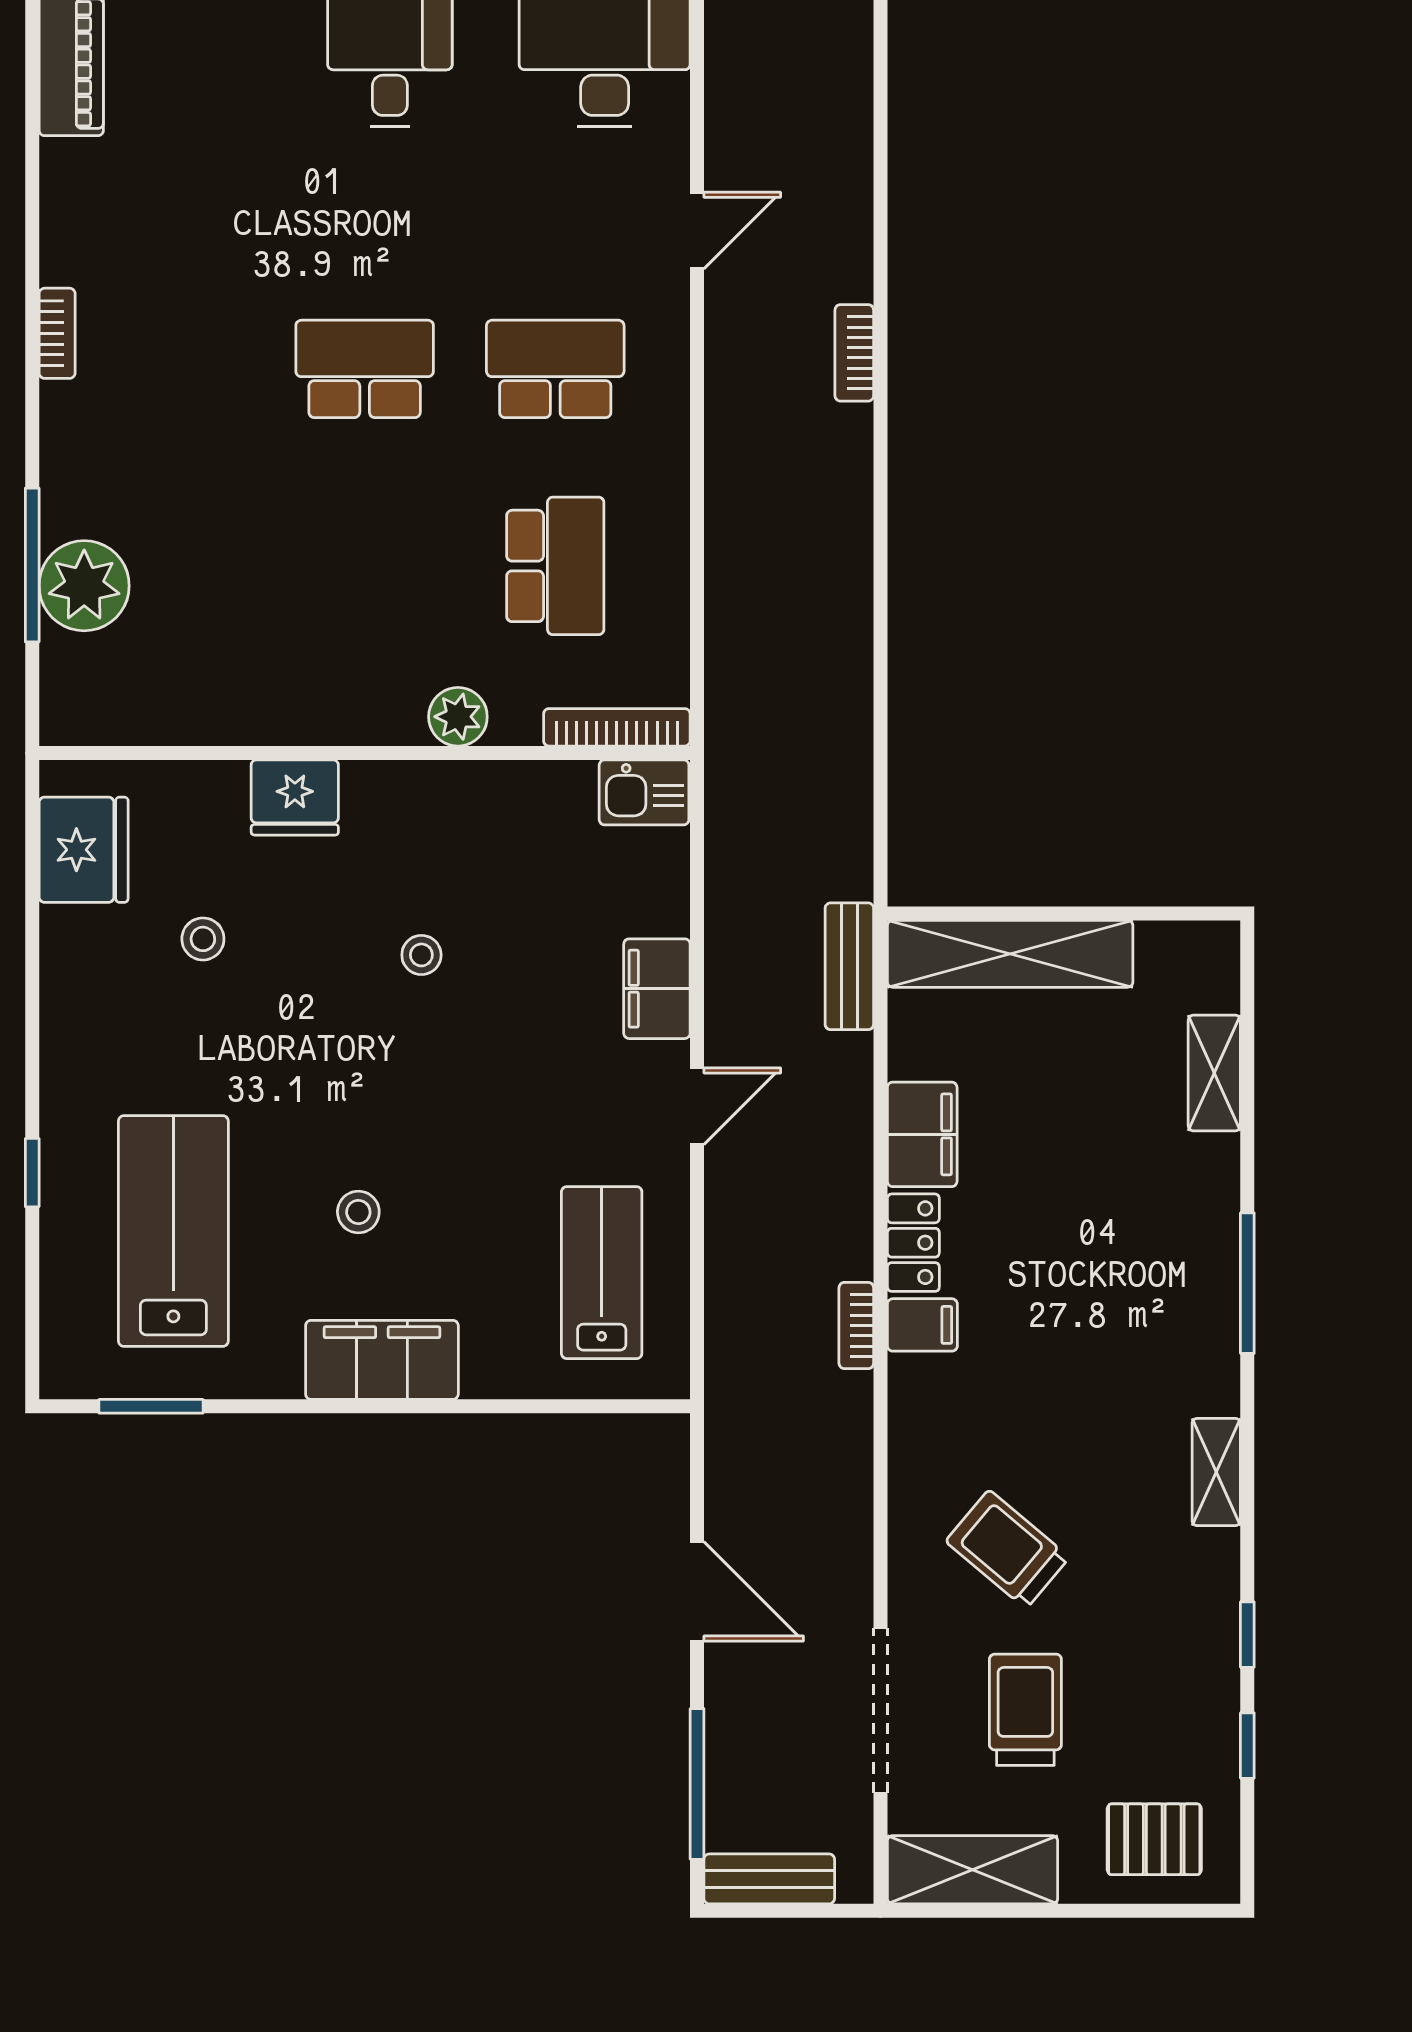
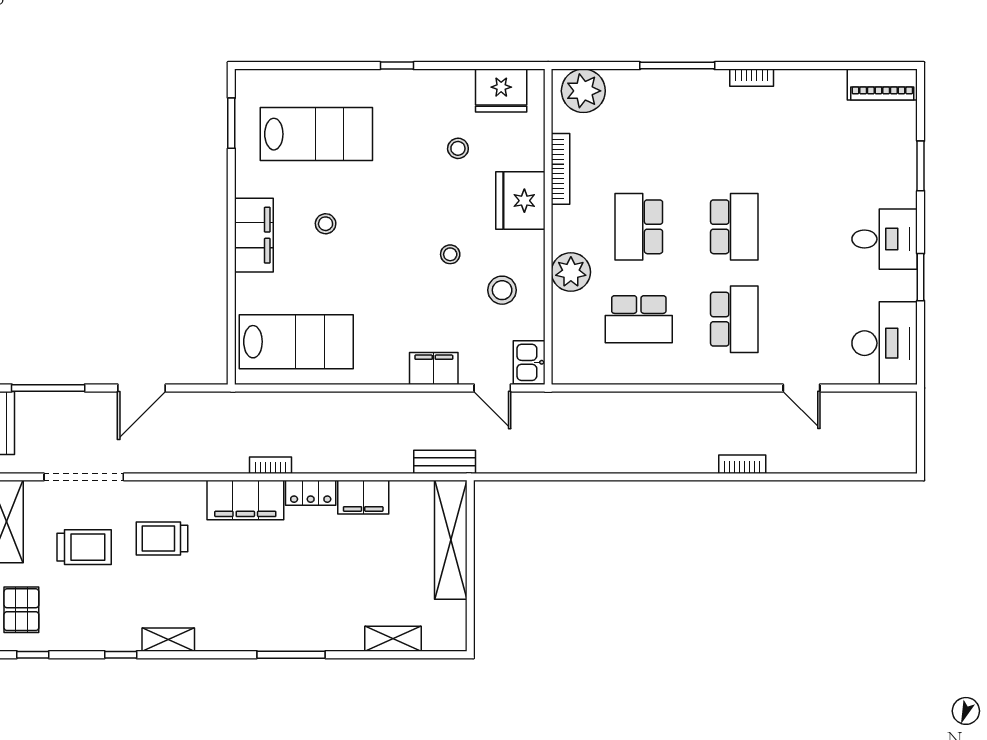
window: (32, 565) -> (677, 66), moved
school desk: (365, 566) -> (639, 227), added
plant: (84, 586) -> (583, 91), moved
plant: (458, 717) -> (571, 272), width x1.36, depth x1.36
bookcase: (617, 727) -> (561, 169), moved
fridge: (295, 797) -> (520, 201), width x1.36, depth x1.34
stool: (495, 848) -> (502, 290), added
door: (697, 1106) -> (492, 388), moved
window: (32, 1173) -> (397, 66), moved
lab bench: (602, 1273) -> (296, 342), width x1.36, depth x1.39
filing cabinet: (922, 1325) -> (245, 500), width x3.00, depth x1.17
shelving: (1216, 1472) -> (168, 640), moved
trolley: (1007, 1549) -> (162, 538), turned -130
window: (1247, 1746) -> (33, 655), moved

